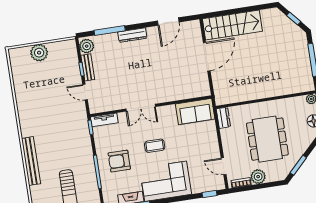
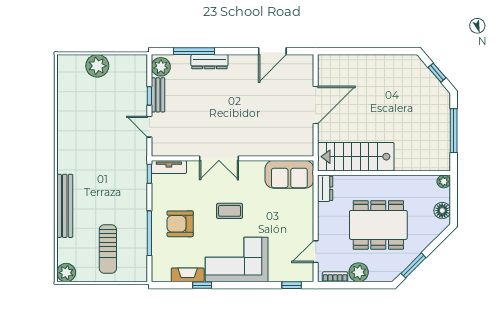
stairs: (232, 25) -> (356, 157), moved, turned 180
dresser: (132, 35) -> (209, 62), moved
dining table: (267, 139) -> (378, 225), turned 90
door: (224, 166) -> (316, 252), hinge flipped

